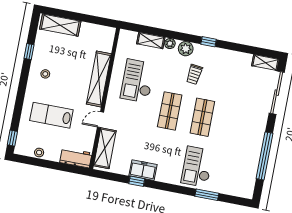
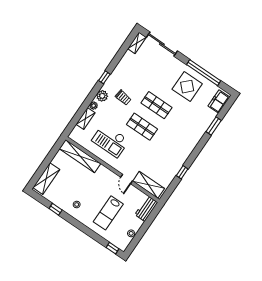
shelving: (99, 79) -> (80, 156), moved
display table: (240, 144) -> (187, 87), added
checkout: (197, 167) -> (191, 124), removed
freezer: (143, 170) -> (219, 102), moved

